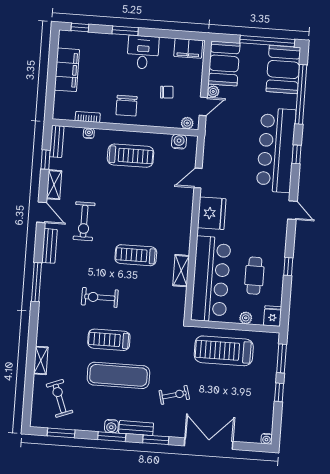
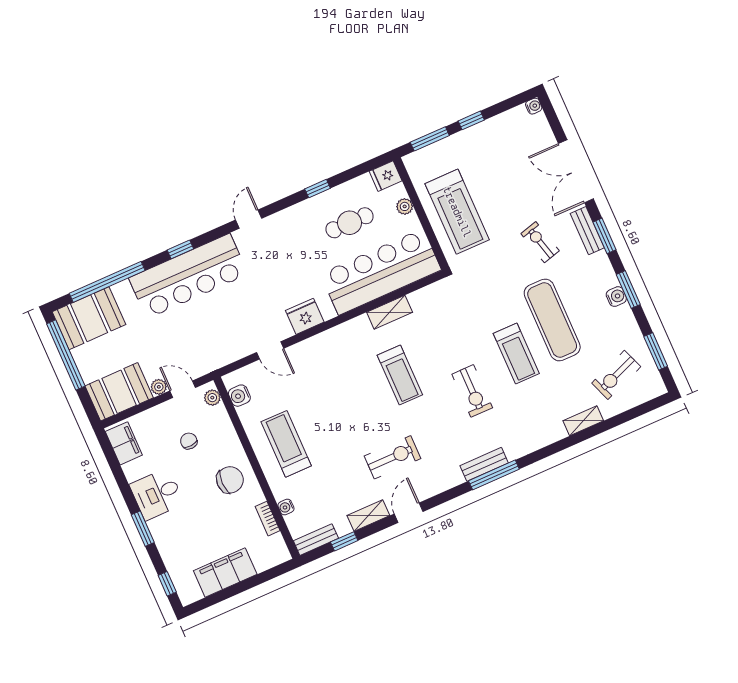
fridge: (212, 213) -> (305, 316), width x0.73, depth x0.75
bench: (49, 246) -> (484, 464), moved
bench: (136, 428) -> (587, 231), moved

